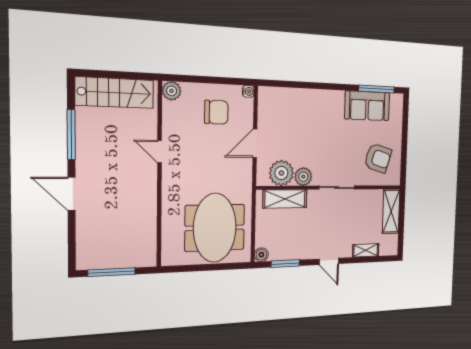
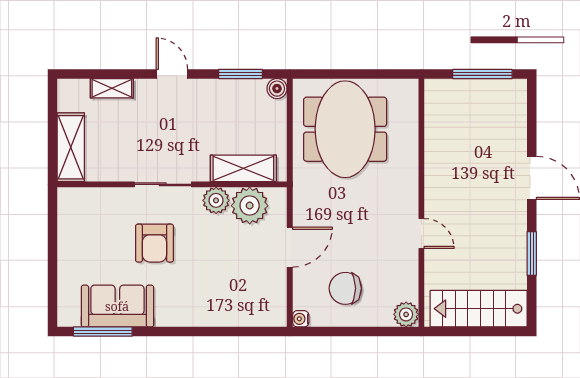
window: (71, 135) -> (532, 254), width x0.69
armchair: (378, 158) -> (154, 243), moved, turned -107

